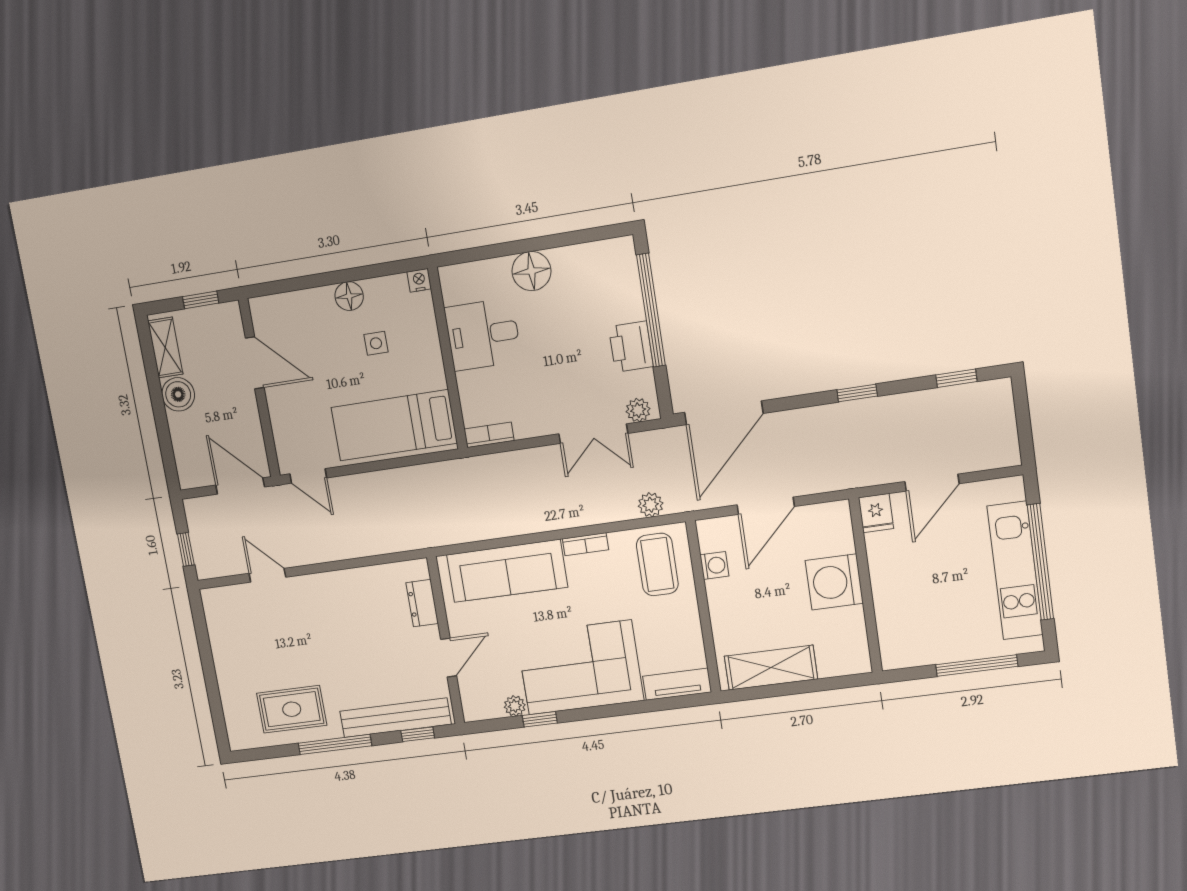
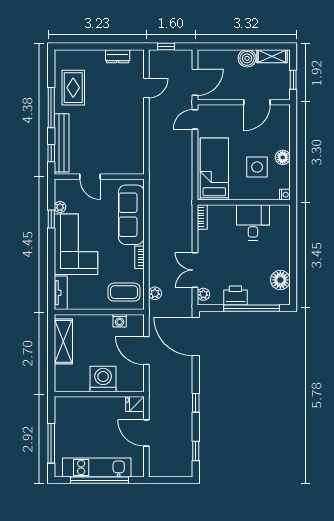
floor lamp: (531, 271) -> (280, 280), moved
side table: (376, 343) -> (257, 167), width x1.87, depth x1.87
dresser: (422, 603) -> (118, 56), moved, turned 180

